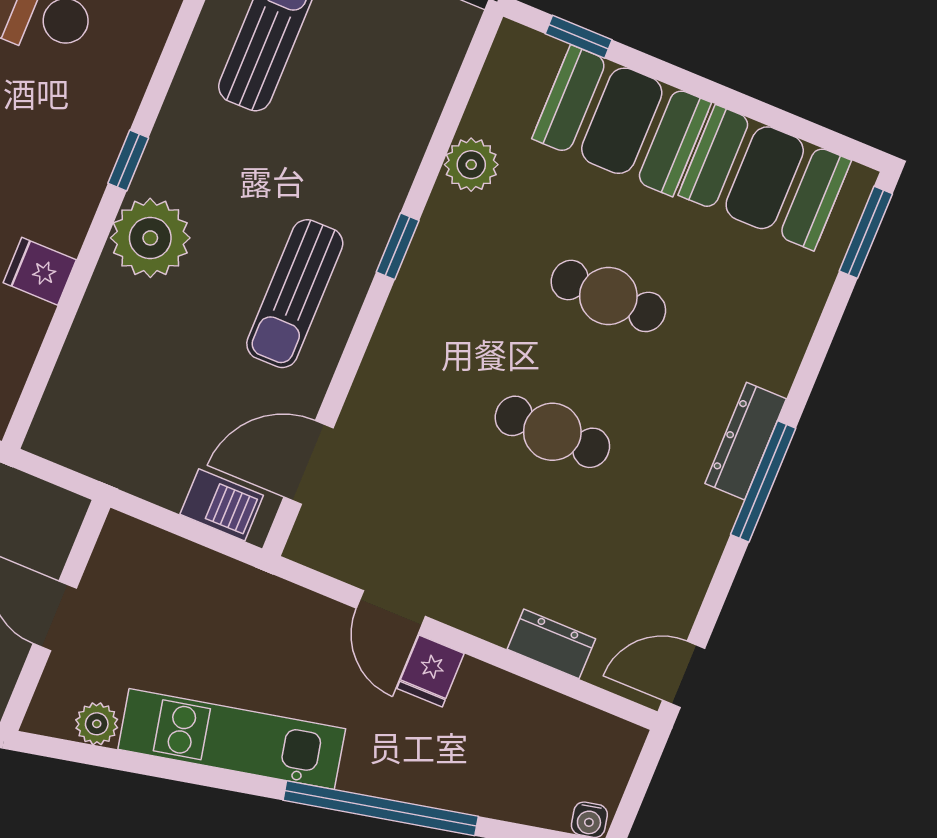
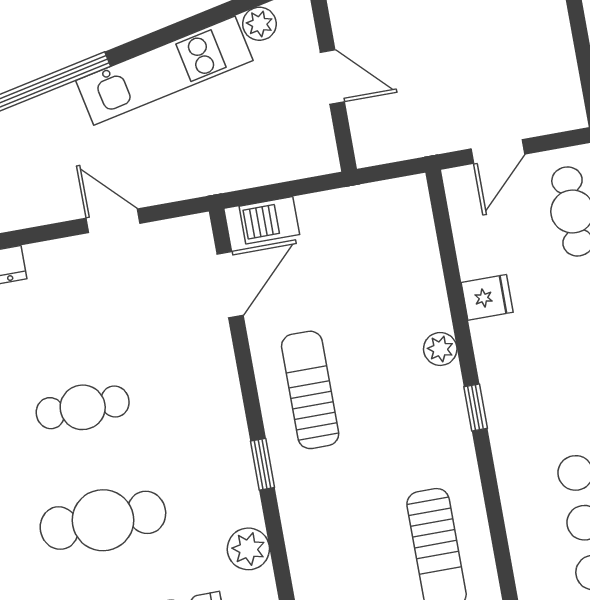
plant: (150, 238) -> (440, 349), width x0.53, depth x0.53
cafe table: (608, 296) -> (103, 520), width x1.37, depth x1.35
fridge: (431, 671) -> (62, 199), removed

